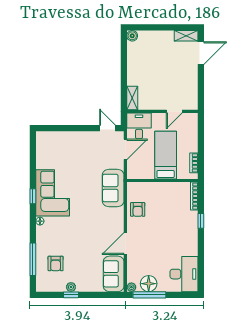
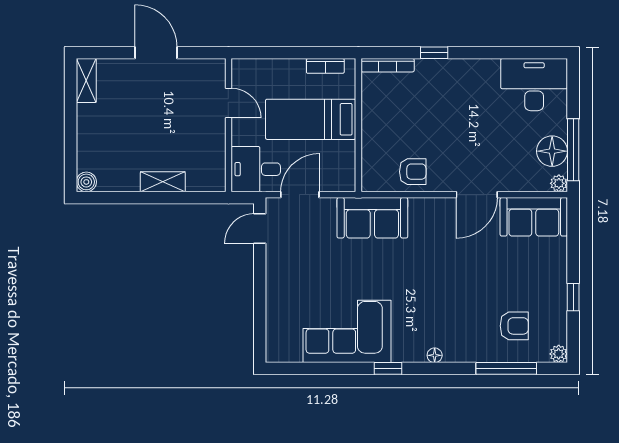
door: (201, 53) -> (156, 53), moved
shelving: (132, 98) -> (163, 182), moved
door: (125, 149) -> (300, 195), hinge flipped
corner sofa: (53, 193) -> (347, 331), moved
door: (125, 244) -> (477, 195), hinge flipped
plant: (71, 287) -> (559, 354), moved

